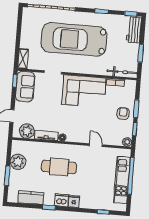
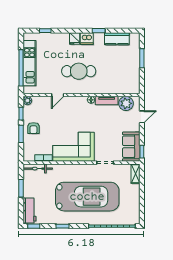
door: (96, 145) -> (58, 95), hinge flipped
plant: (18, 162) -> (132, 73), removed
cafe table: (59, 167) -> (79, 71), moved

